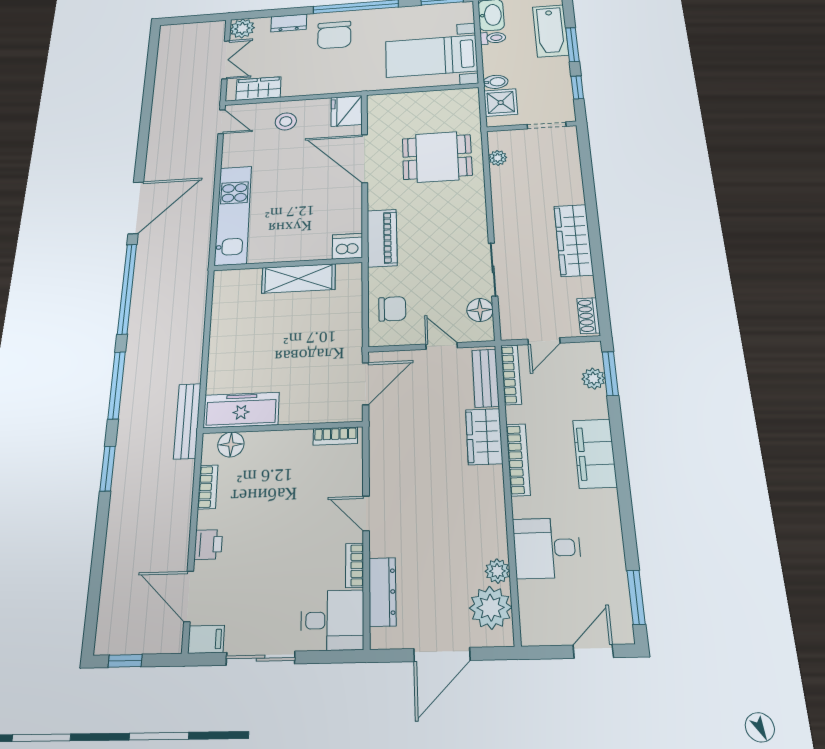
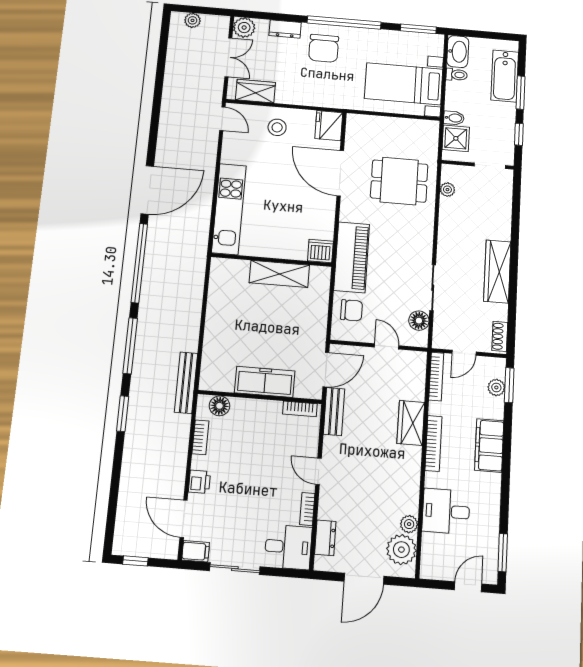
plant: (184, 30) -> (193, 20), added
piano: (382, 238) -> (352, 257), width x1.37, depth x1.33
bench: (485, 378) -> (334, 412), moved
freezer: (241, 410) -> (265, 382), moved
dresser: (382, 592) -> (325, 538), width x0.70

